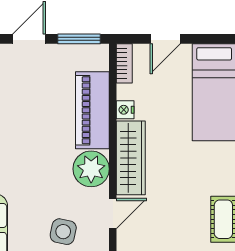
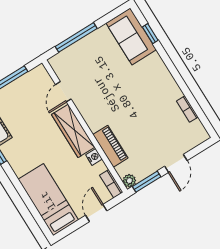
piano: (92, 110) -> (110, 146), width x0.73, depth x0.75
plant: (91, 169) -> (129, 181), moved, width x0.53, depth x0.53
side table: (63, 232) -> (86, 63), removed

